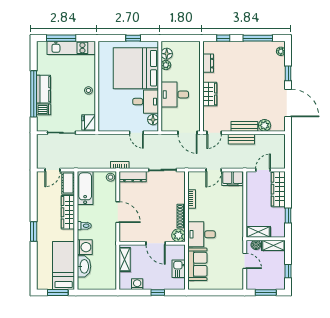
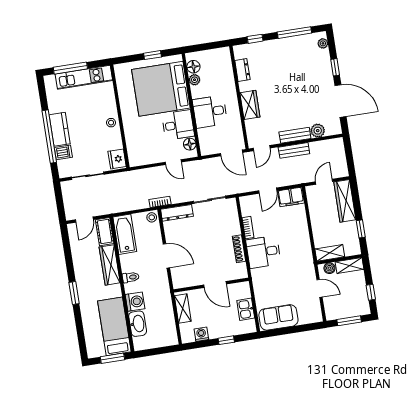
desk: (202, 234) -> (263, 252), moved
plant: (178, 235) -> (240, 271), removed
sofa: (197, 264) -> (278, 317), moved, turned -90

